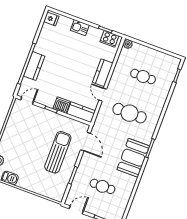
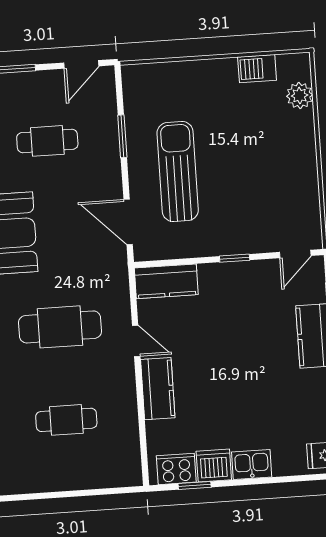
plant: (128, 44) -> (131, 476), removed
dishwasher: (62, 105) -> (214, 465), moved, turned 180
sun lounger: (58, 152) -> (178, 171), turned 180

